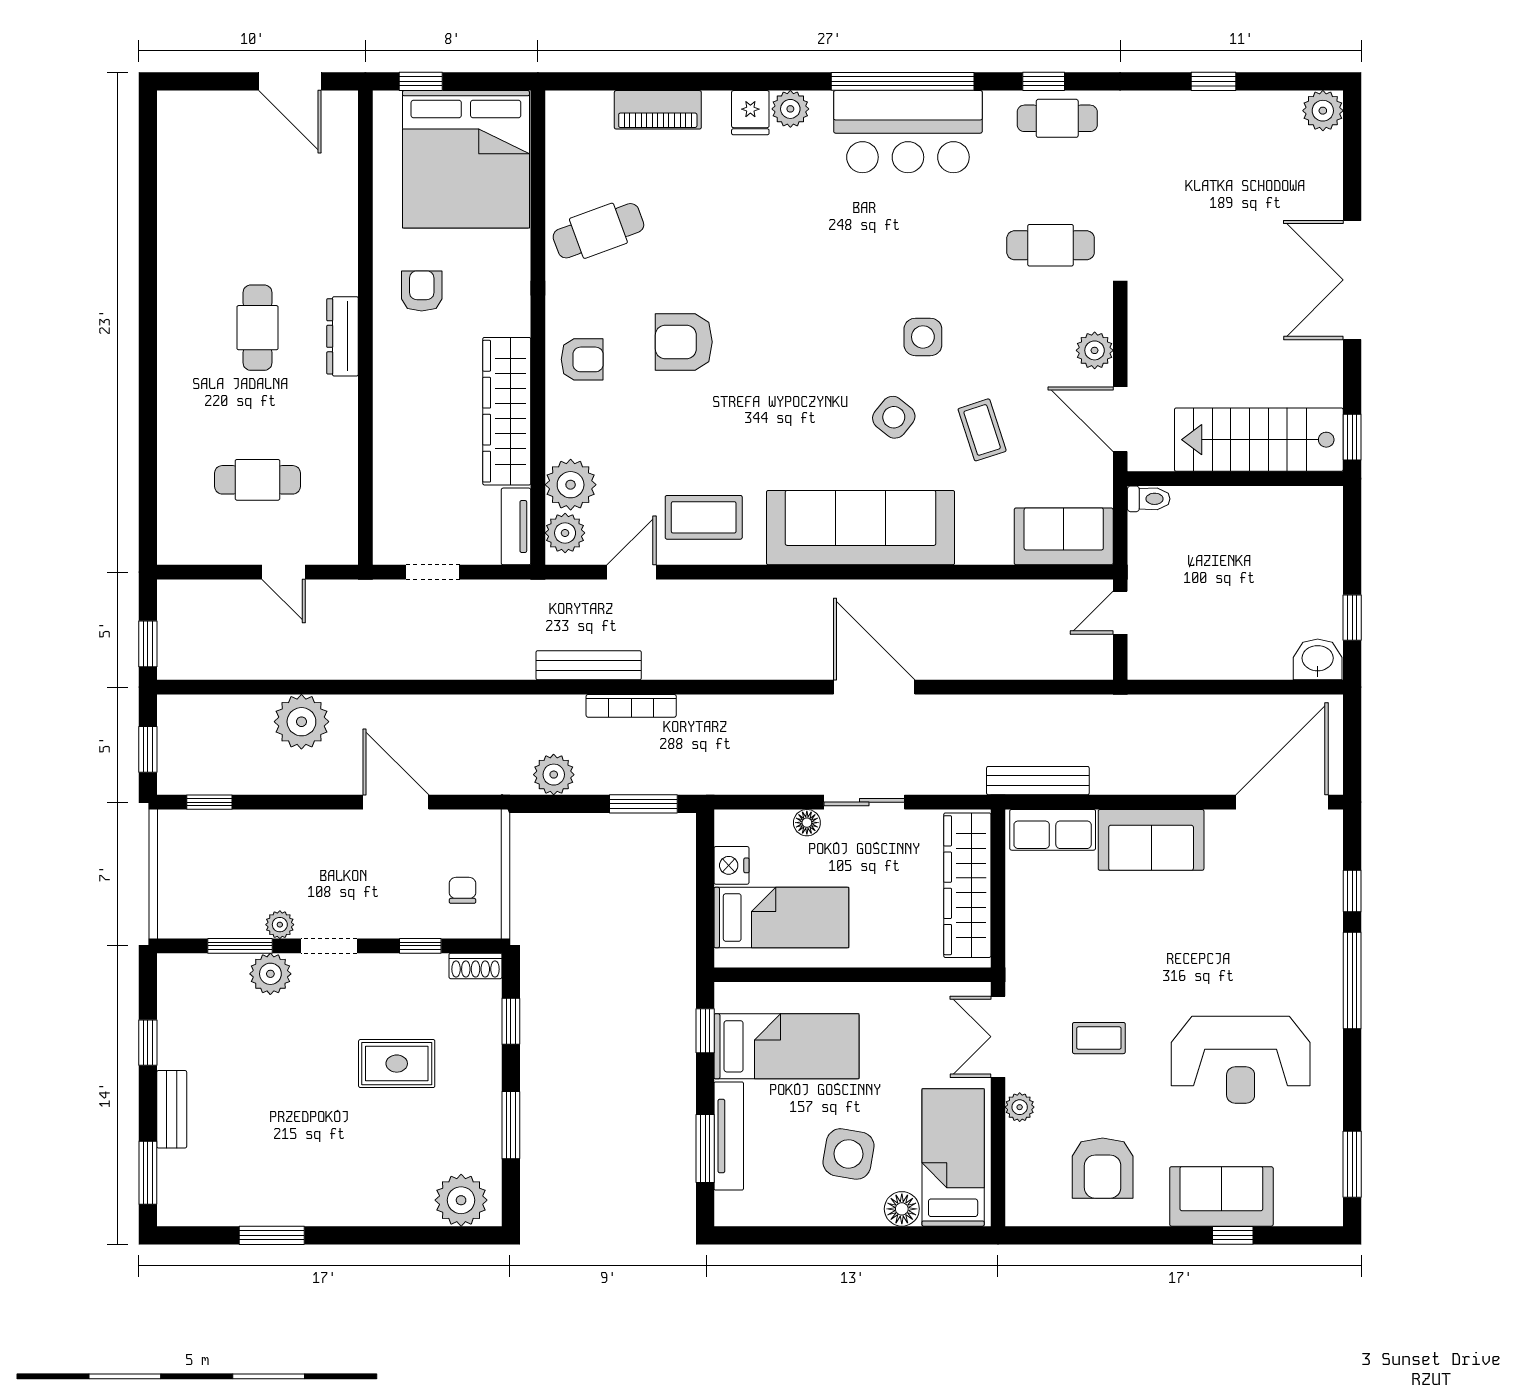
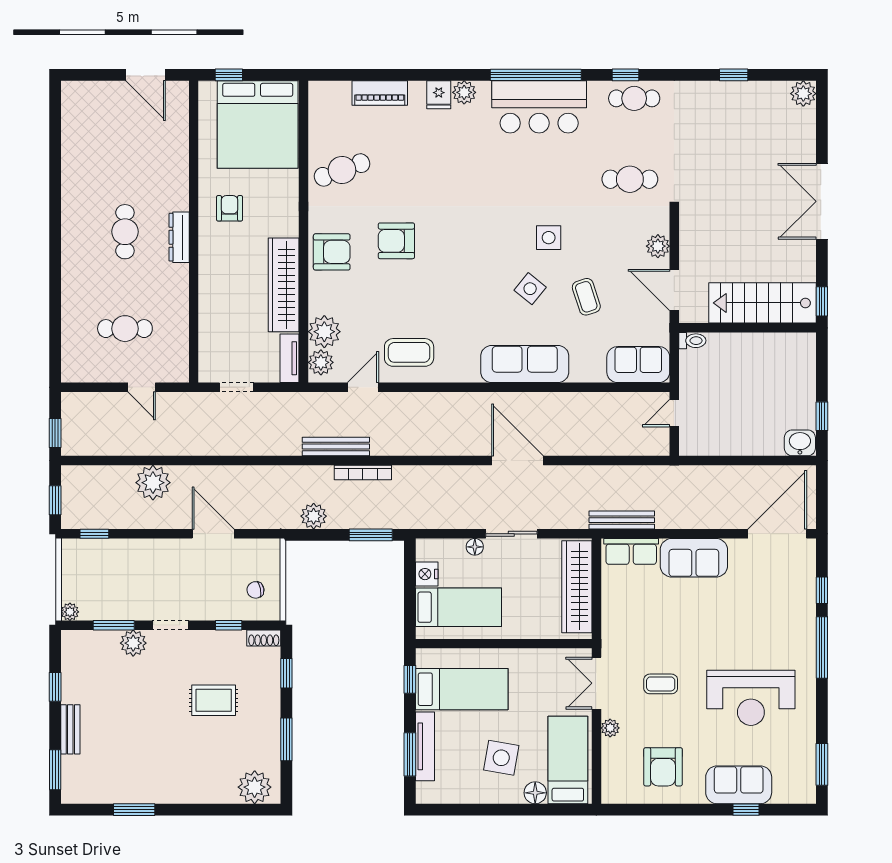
armchair: (582, 359) -> (332, 252), width x1.38, depth x1.38
sofa: (861, 528) -> (525, 364), width x0.74, depth x0.79
chair: (462, 890) -> (255, 590), turned -101
plant: (280, 925) -> (70, 612), moved

